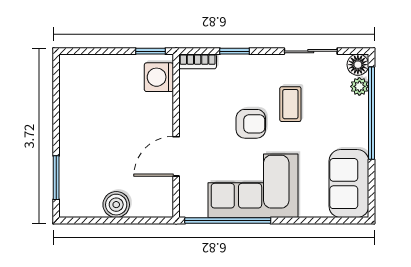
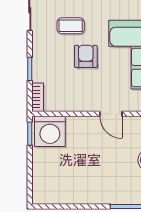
washing machine: (159, 77) -> (50, 131), width x1.37, depth x1.37
door: (176, 156) -> (111, 114), width x0.73

